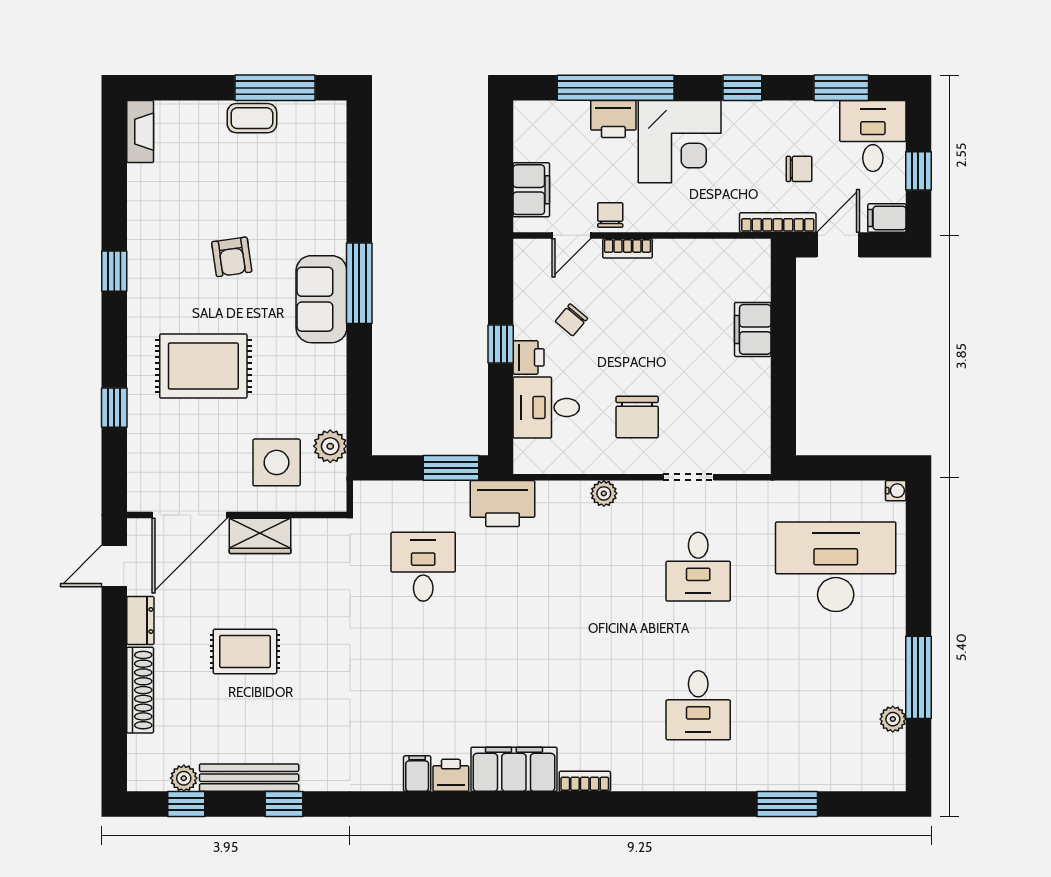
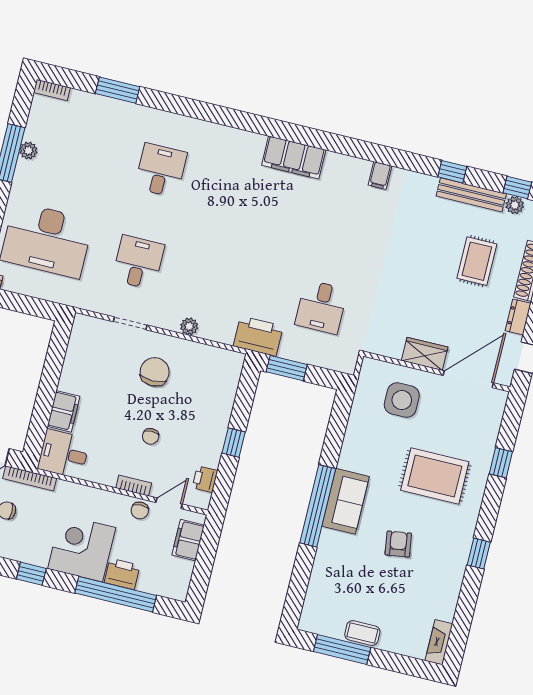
window: (359, 283) -> (318, 506), width x1.46
chair: (571, 320) -> (151, 436), moved, turned 140
printer: (529, 357) -> (205, 479), moved
desk: (546, 407) -> (64, 454), moved, turned 180
plant: (330, 446) -> (363, 402), removed
rug: (245, 651) -> (477, 261), moved, turned 90
plant: (893, 719) -> (28, 151), moved
filing cabinet: (417, 774) -> (380, 175), moved
printer: (451, 775) -> (337, 164), removed
bookcase: (585, 781) -> (52, 90), moved

